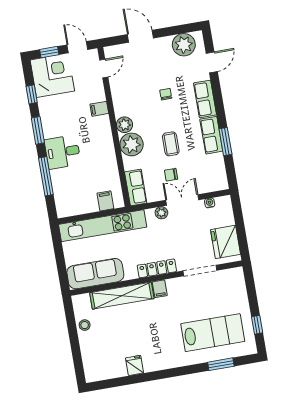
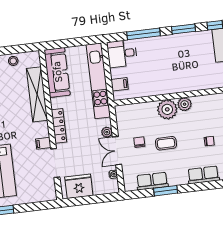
filing cabinet: (99, 109) -> (199, 83), removed
row of seats: (211, 135) -> (152, 181), moved
desk: (63, 152) -> (122, 53), moved, turned -90
row of seats: (136, 187) -> (130, 111), removed
double door: (182, 200) -> (117, 151), swing flipped
filing cabinet: (160, 289) -> (43, 143), moved

